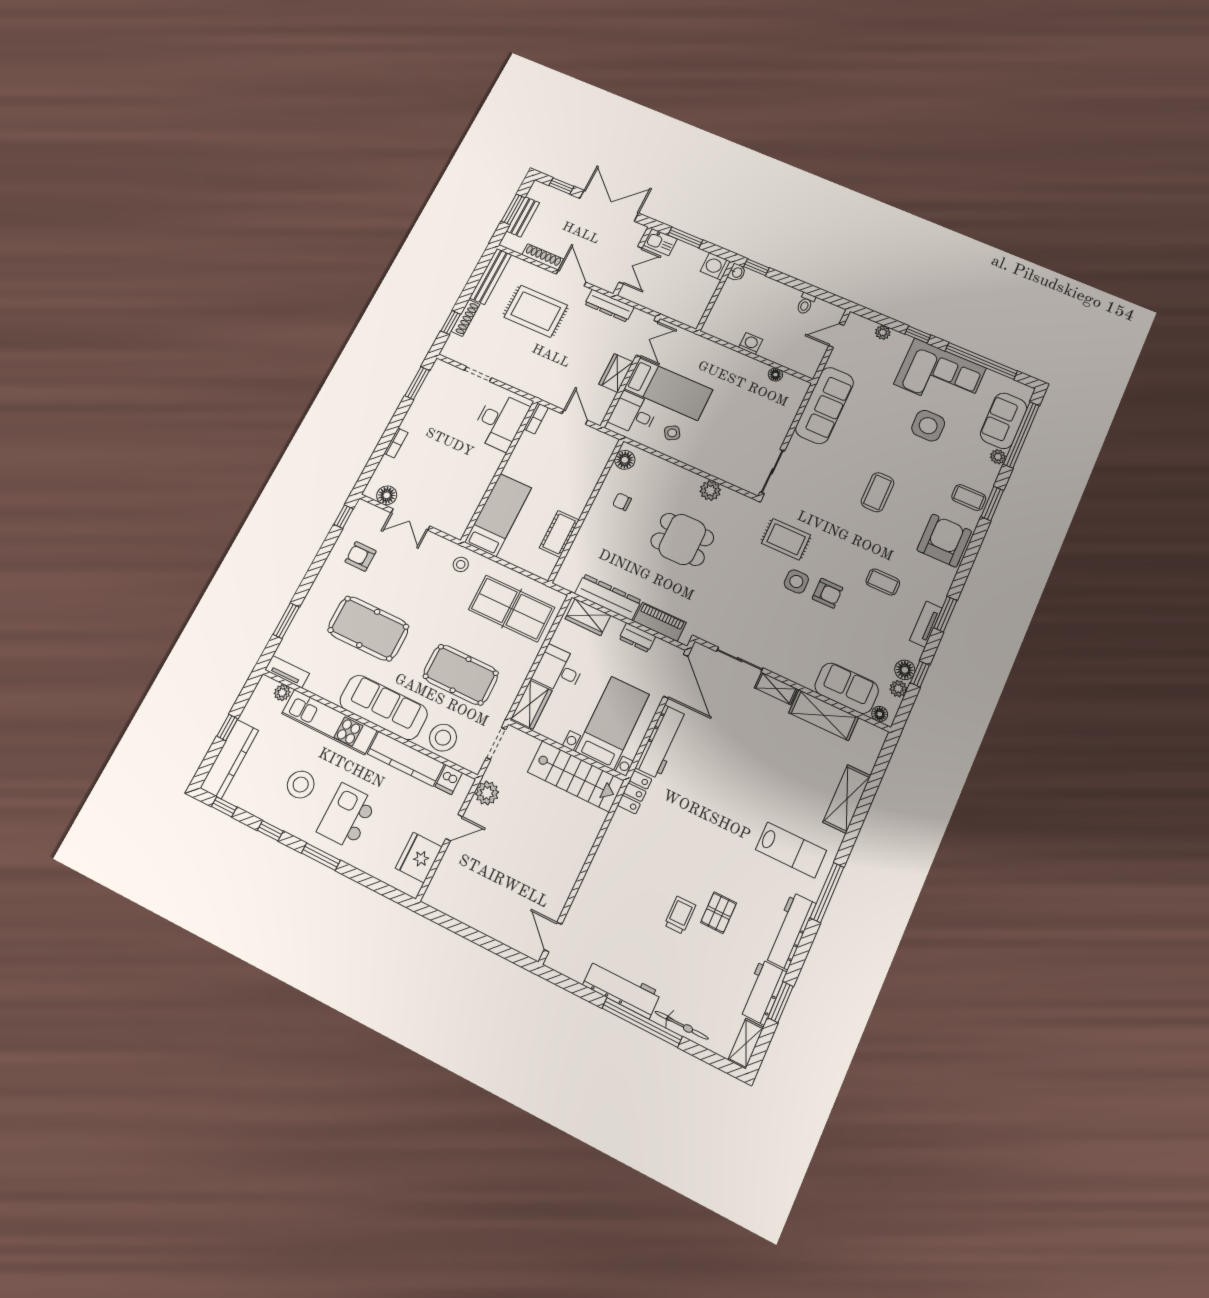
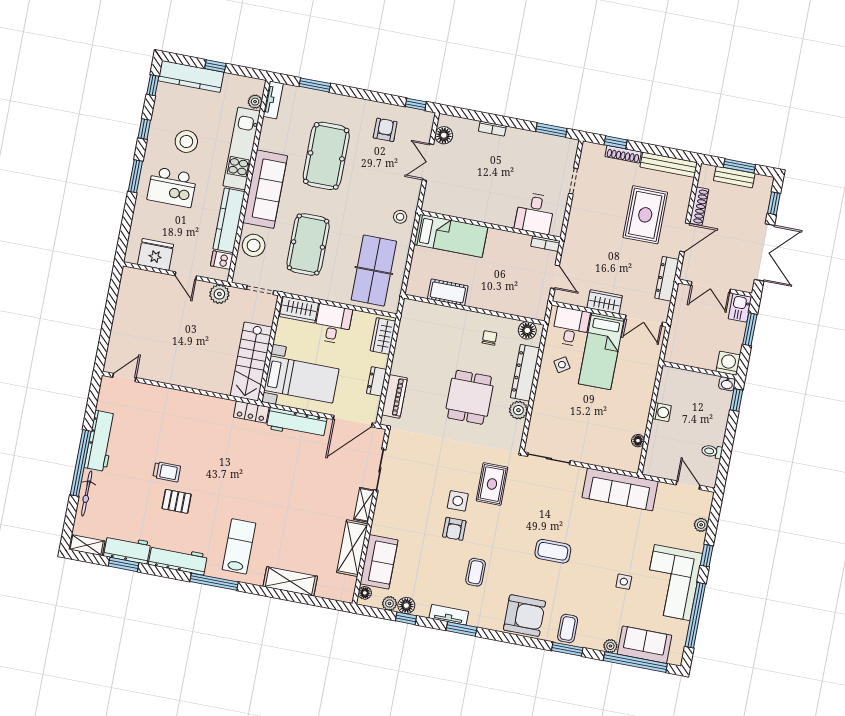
door: (575, 417) -> (555, 277), hinge flipped
desk: (500, 421) -> (535, 213), width x0.73
side table: (928, 426) -> (624, 582), width x0.54, depth x0.54
dresser: (608, 597) -> (525, 373), moved, turned 180
kitchen island: (347, 816) -> (172, 187), turned 180
lab bench: (791, 850) -> (239, 546), turned 180

